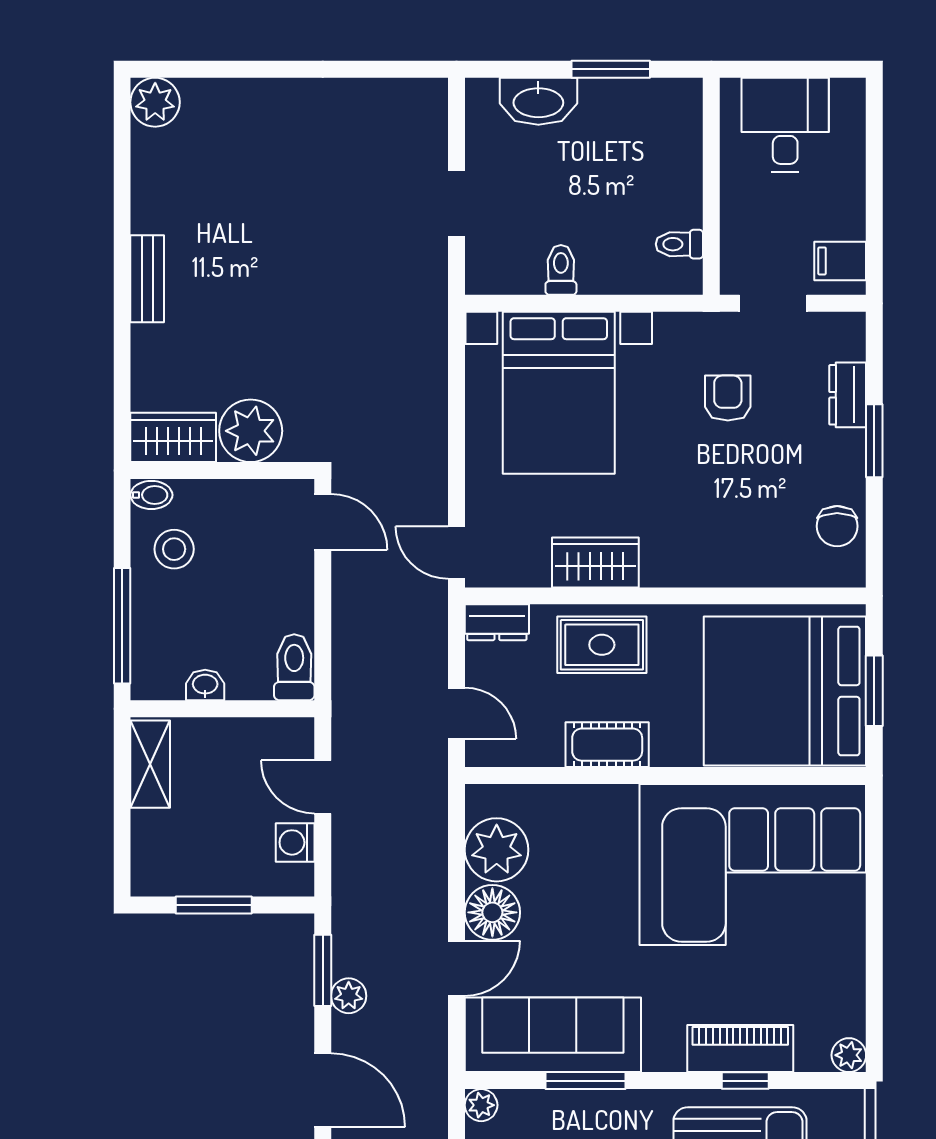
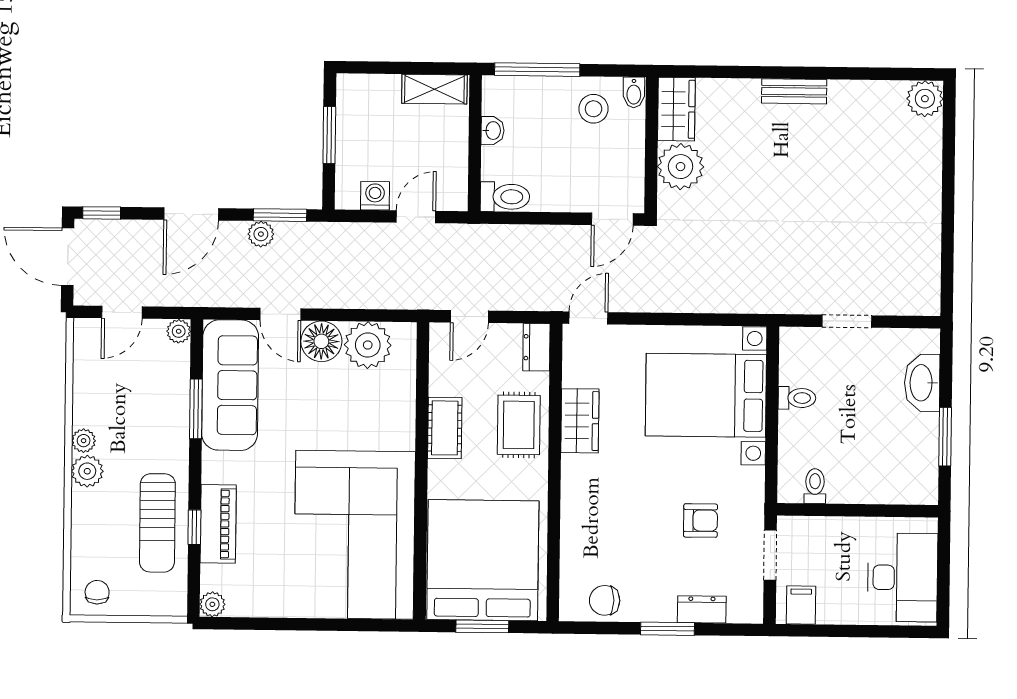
desk: (785, 125) -> (902, 578), width x1.37

